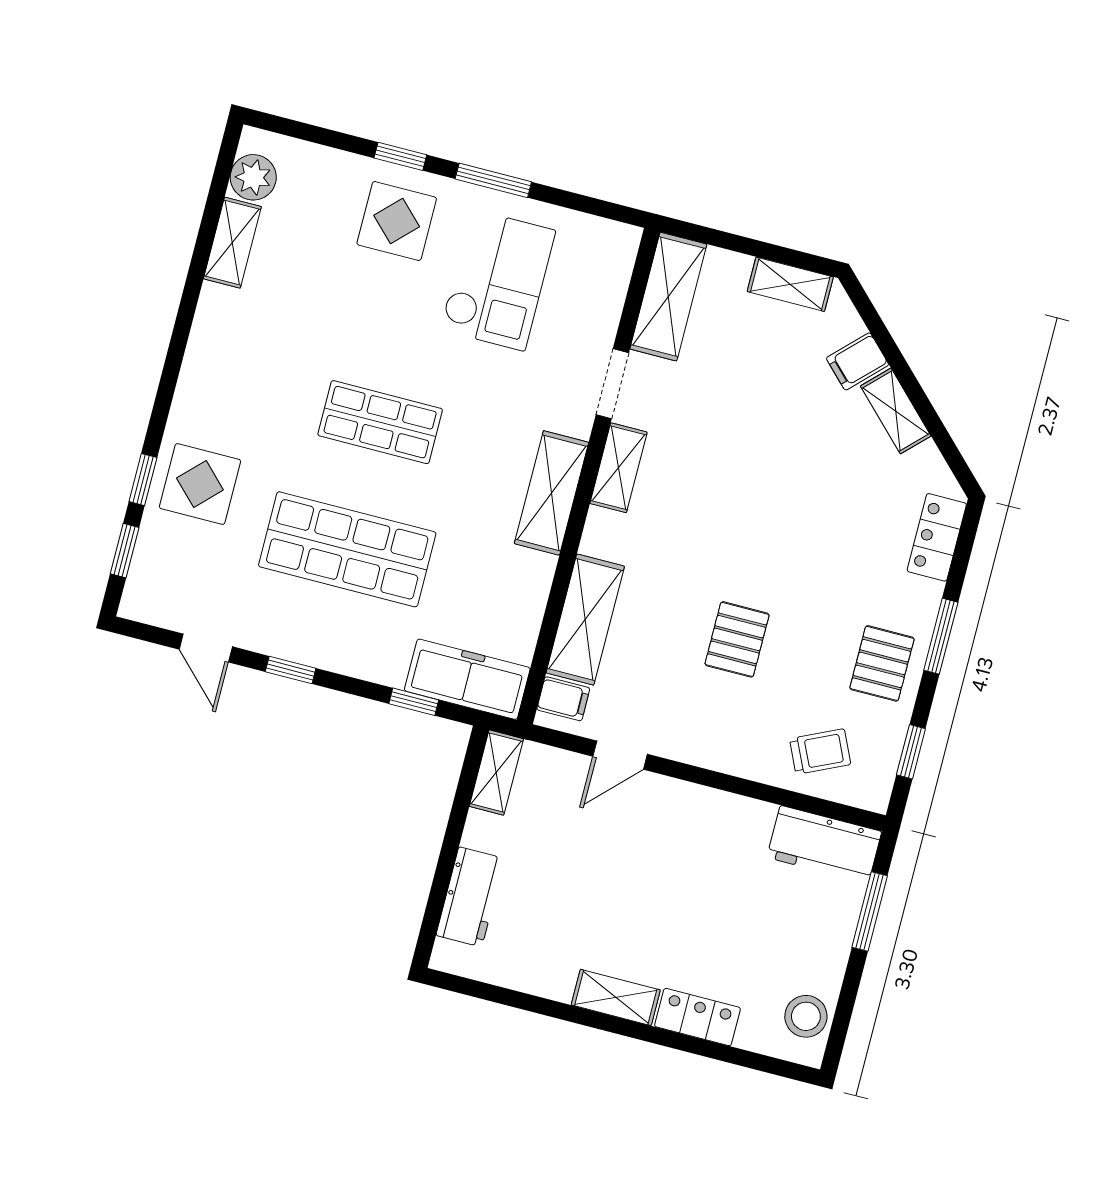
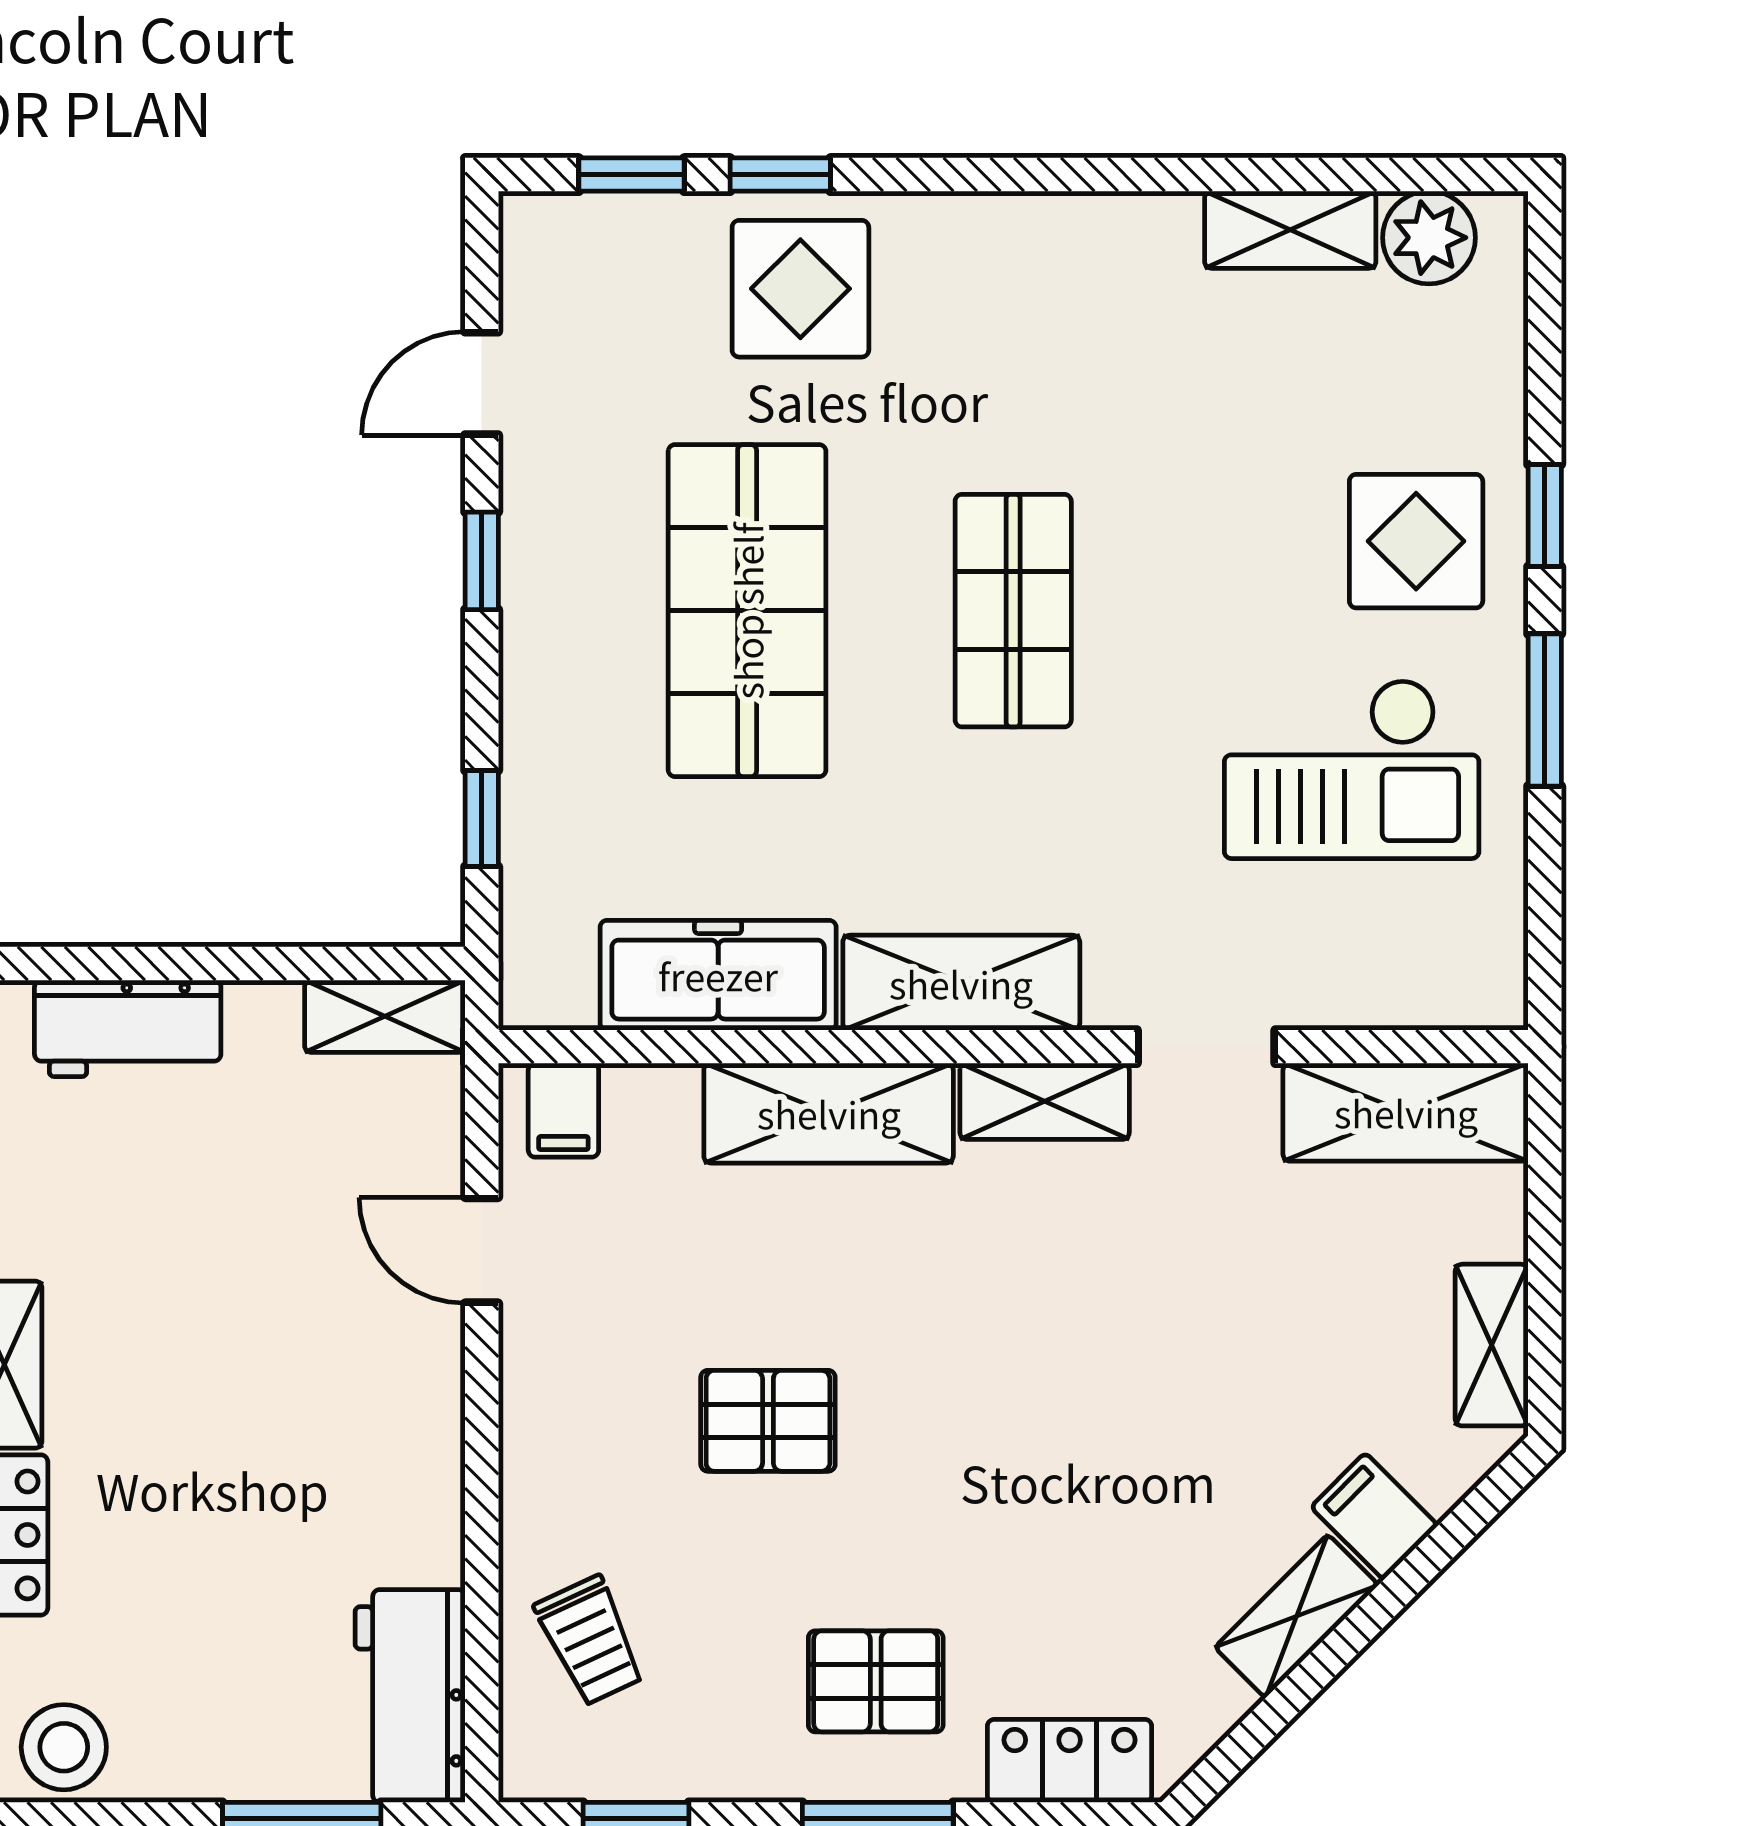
shelving: (585, 620) -> (829, 1113), moved
pallet: (882, 663) -> (876, 1681), moved
freezer: (467, 679) -> (718, 975), moved, turned -90

